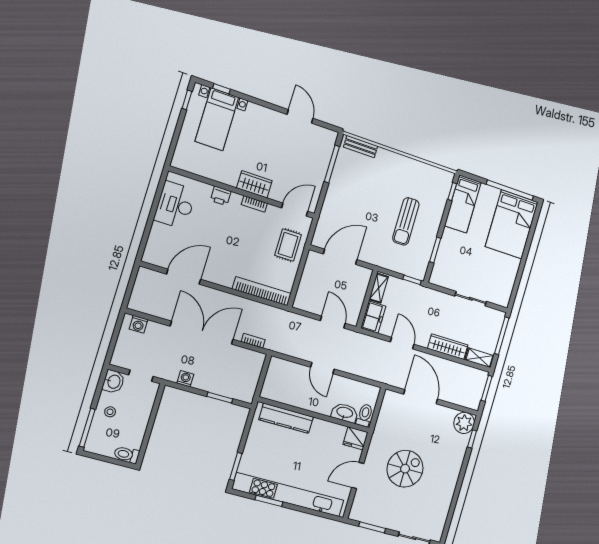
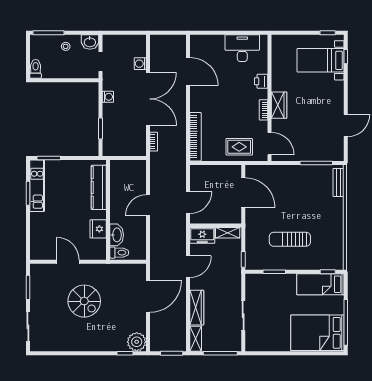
washing machine: (139, 324) -> (140, 64), moved
fridge: (356, 438) -> (98, 229), moved
kitchen unit: (288, 495) -> (37, 186), width x0.54

